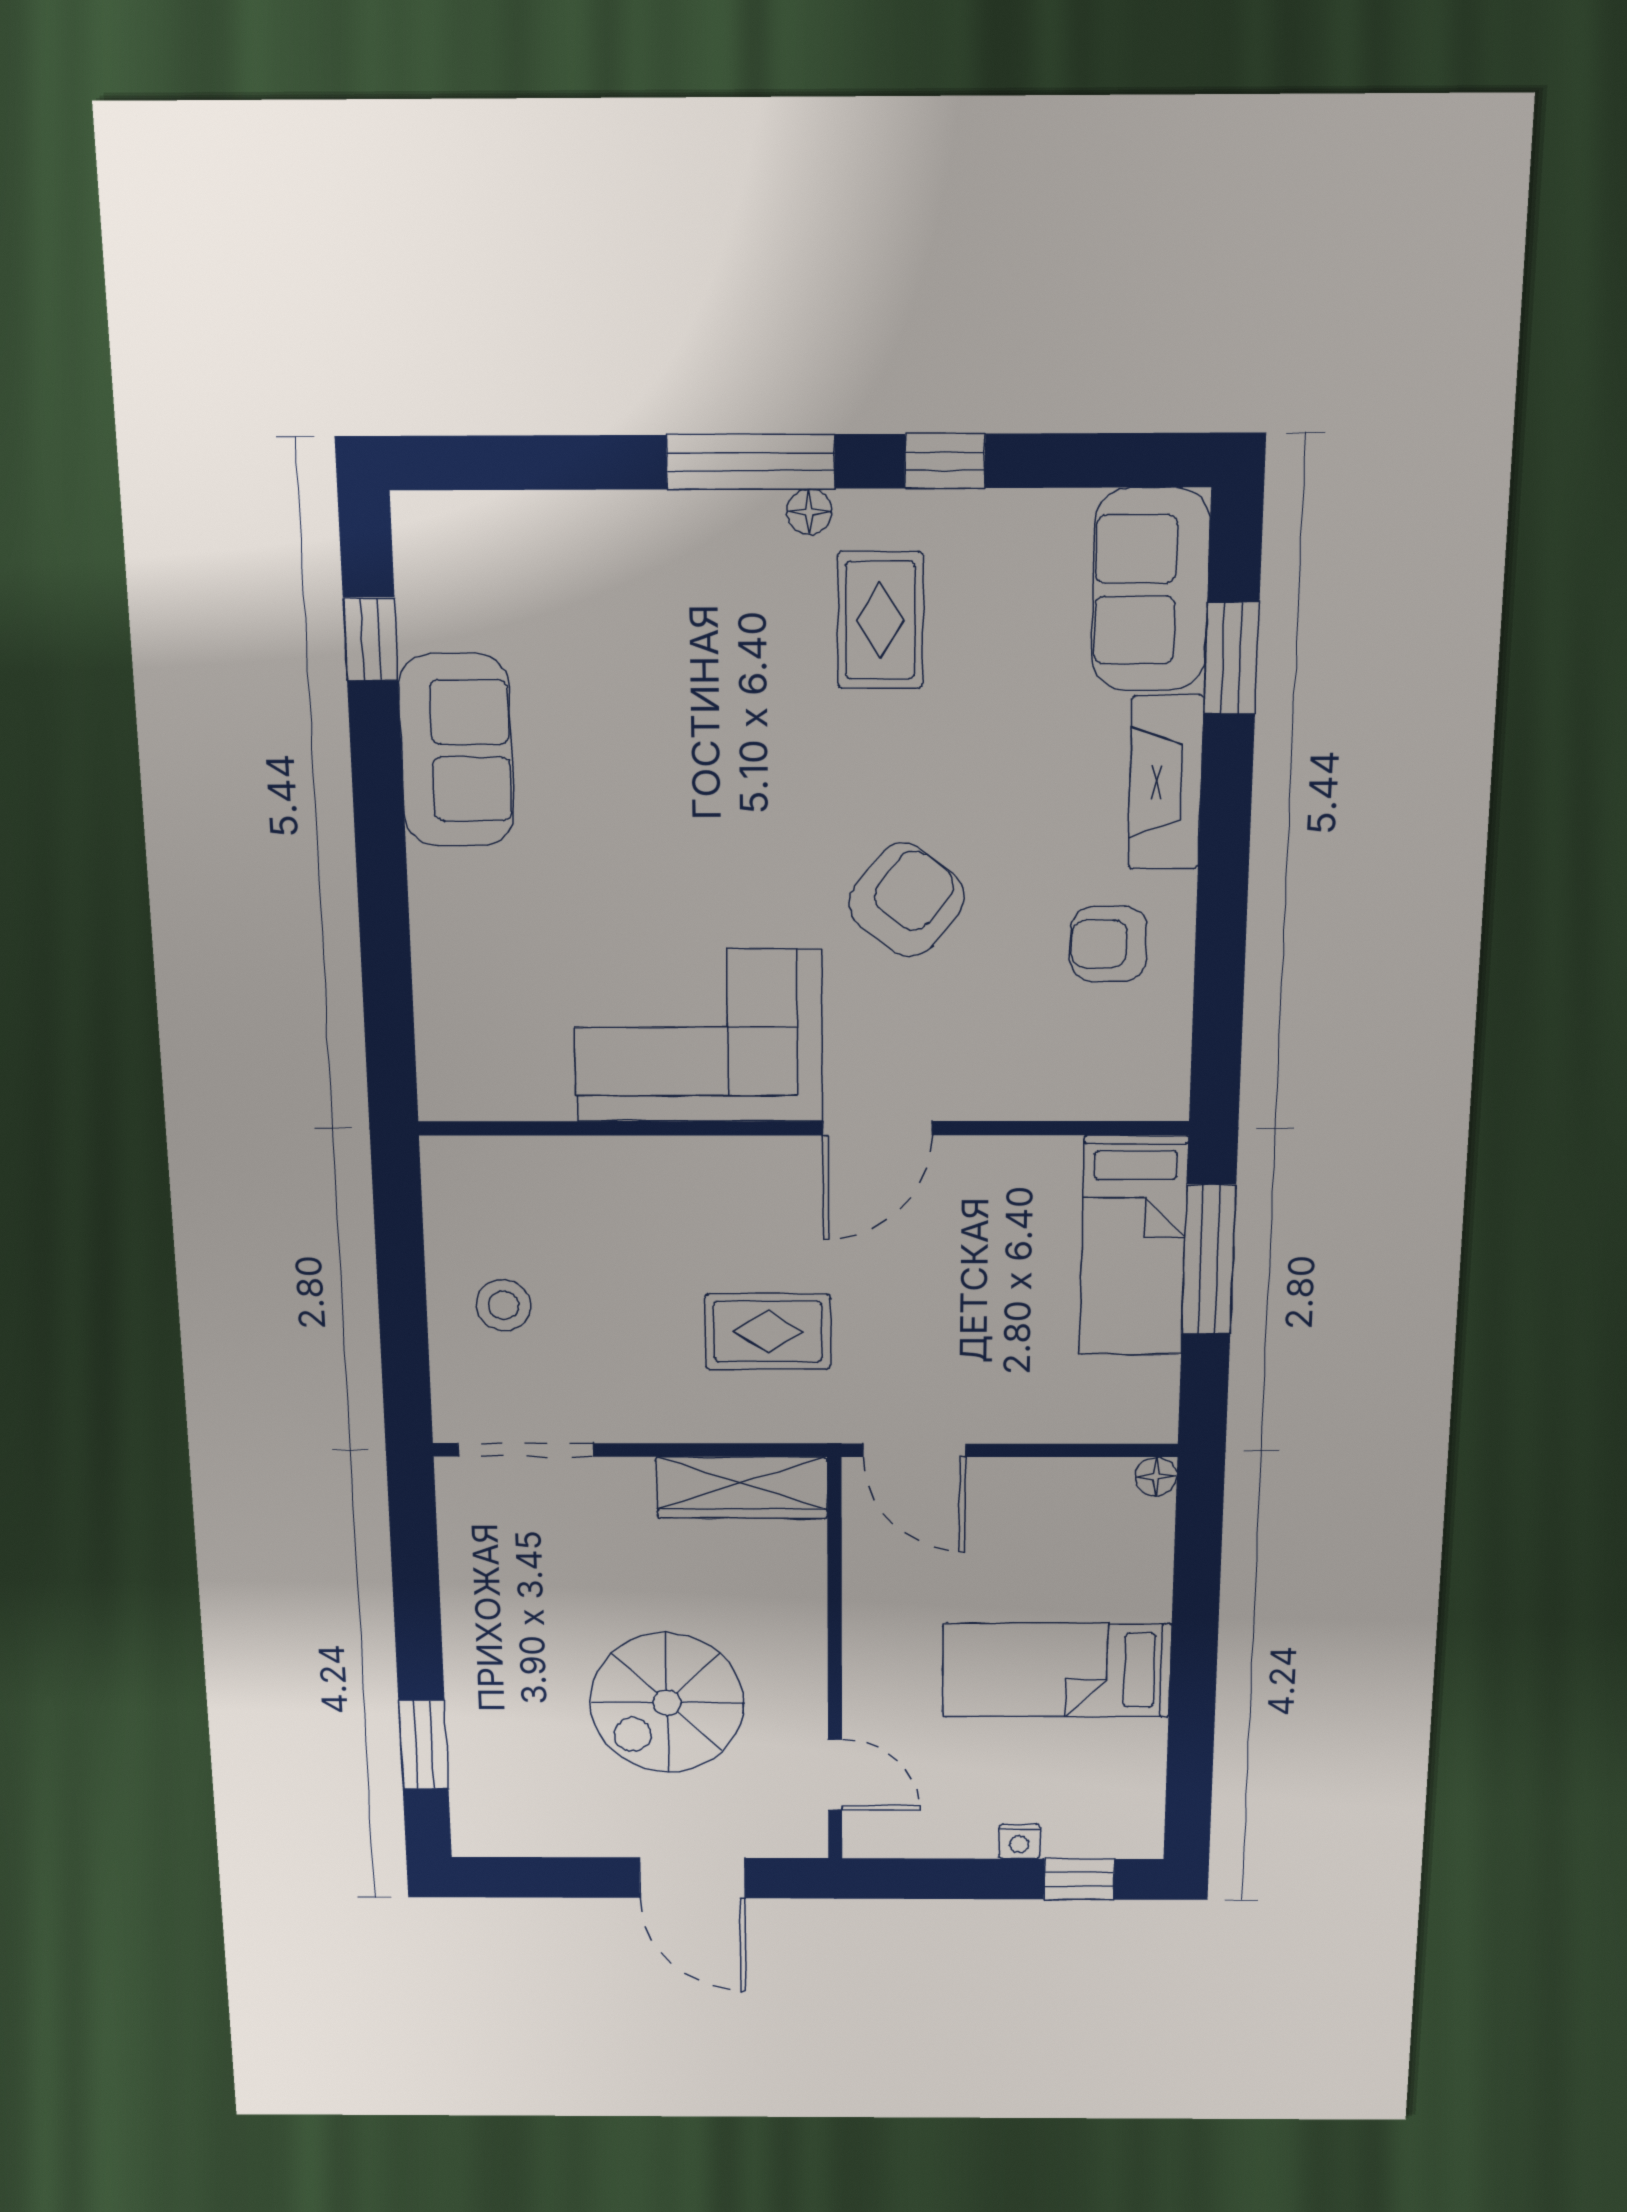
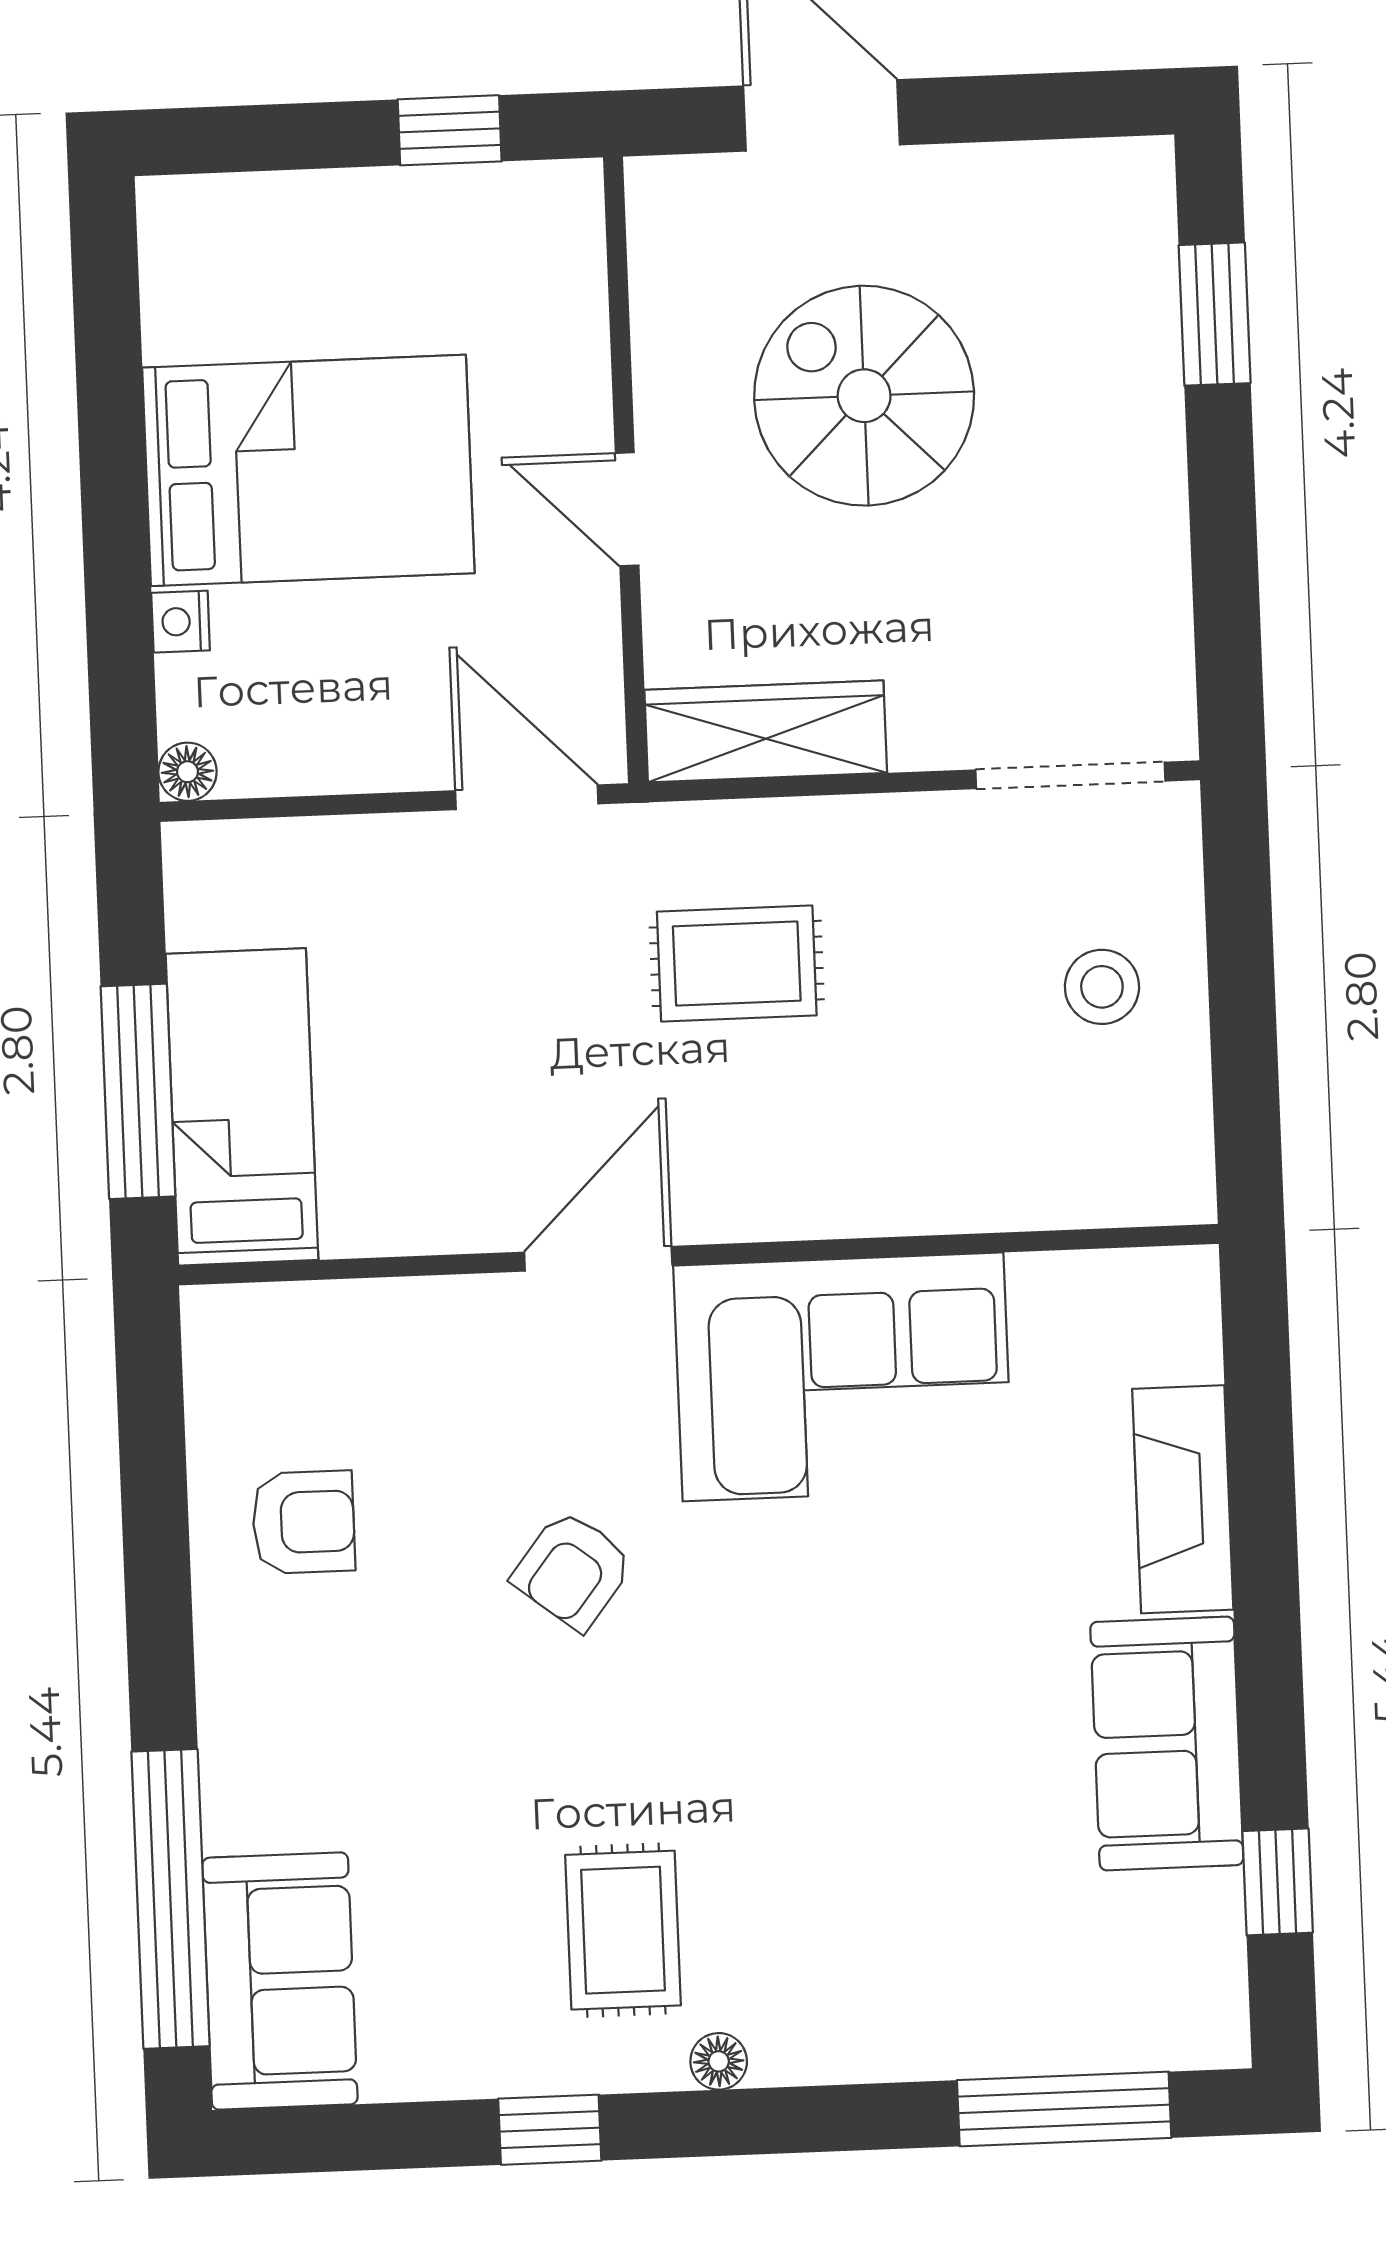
window: (750, 462) -> (1064, 2109), moved
window: (1231, 658) -> (170, 1899), width x2.11
fireplace: (1165, 782) -> (1183, 1499), moved, turned 180
armchair: (907, 900) -> (573, 1570), width x0.72, depth x0.72
bed: (1057, 1670) -> (308, 470), width x1.50
spiral stairs: (667, 1703) -> (864, 396), turned -90
door: (835, 1775) -> (627, 509), moved
nightstand: (1019, 1841) -> (181, 622), moved, turned -90
window: (1079, 1879) -> (450, 130), moved

